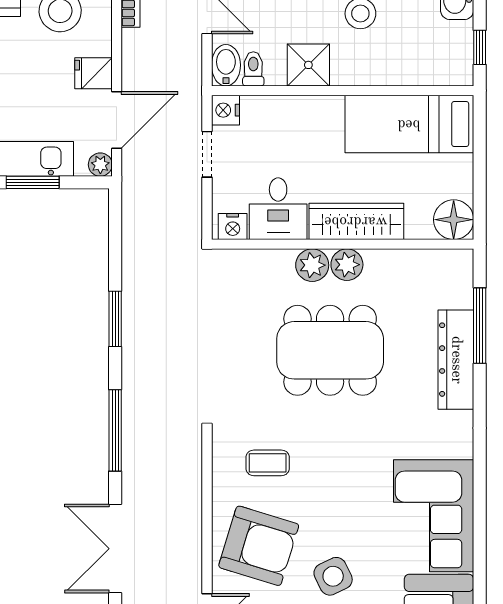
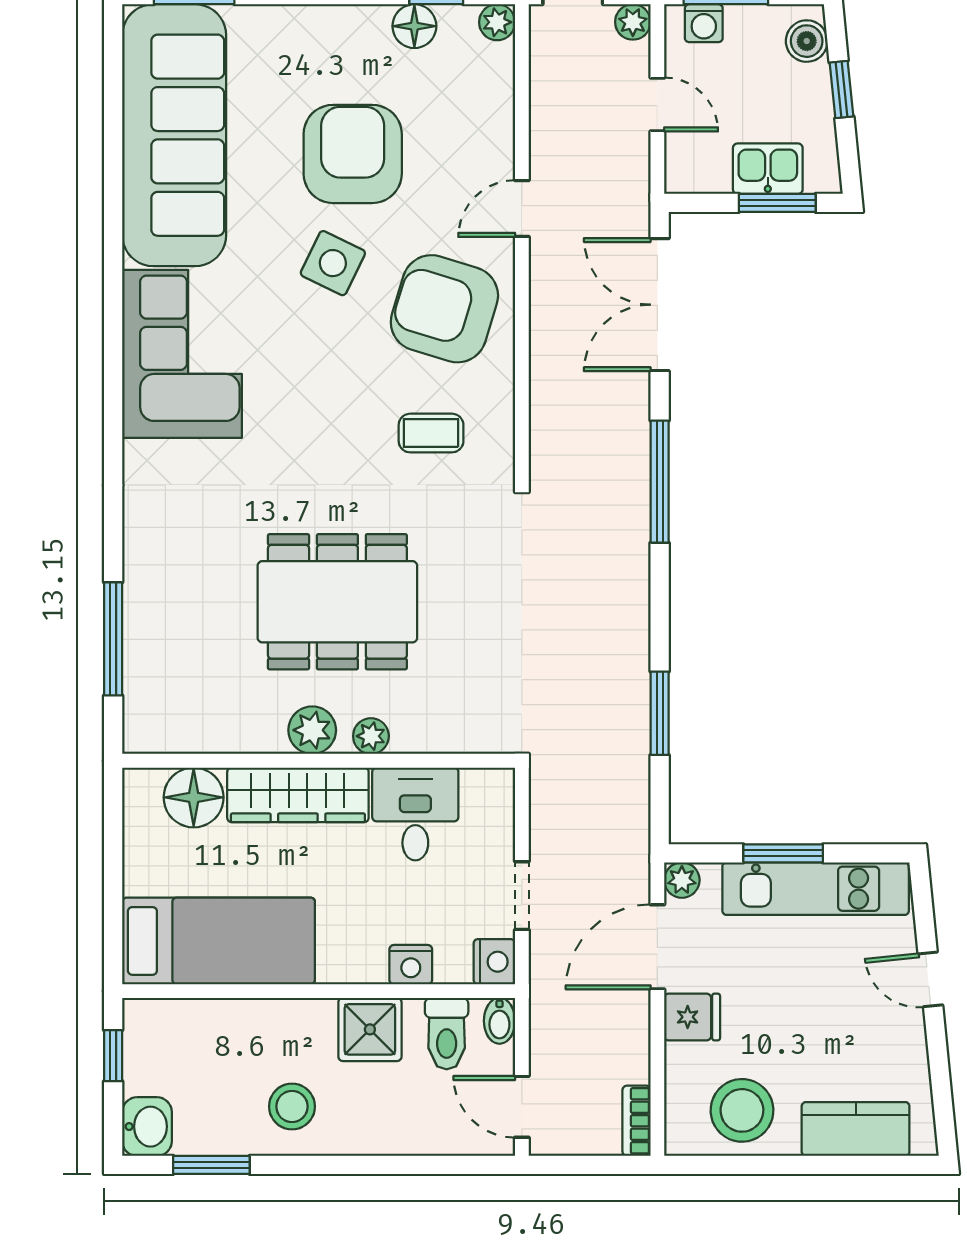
bidet: (226, 65) -> (499, 1021), width x0.72, depth x0.74
toilet: (253, 69) -> (447, 1034), width x1.37, depth x1.39
floor lamp: (454, 220) -> (194, 797), moved
nightstand: (233, 227) -> (411, 965), moved, turned 180
plant: (312, 265) -> (371, 736), width x0.73, depth x0.73
window: (115, 319) -> (660, 713), moved
dresser: (456, 360) -> (149, 588), removed
double door: (115, 549) -> (660, 305), swing flipped
side table: (333, 576) -> (333, 263), turned -38

